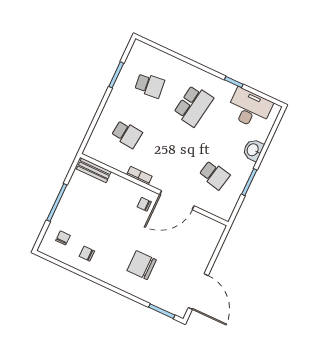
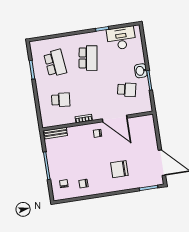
school desk: (150, 85) -> (55, 63), width x1.85
washbasin: (253, 150) -> (141, 71), moved
door: (177, 200) -> (115, 118), hinge flipped

